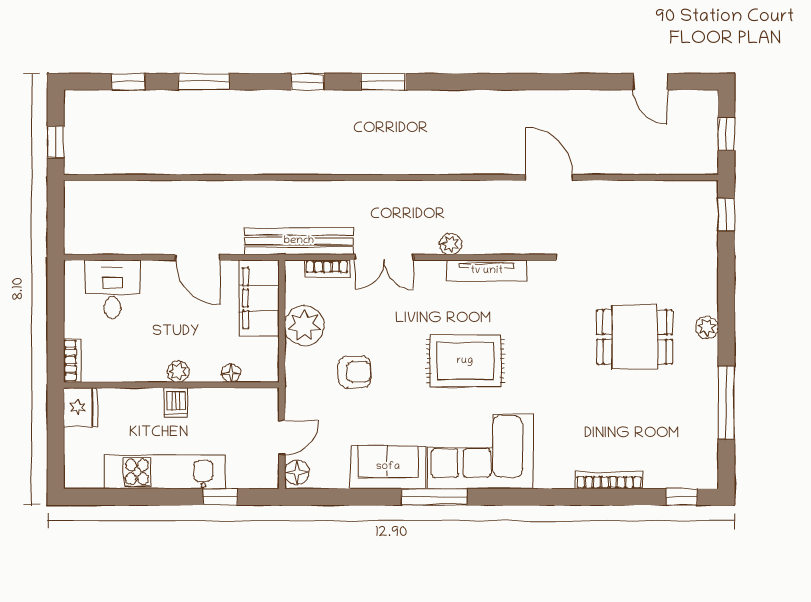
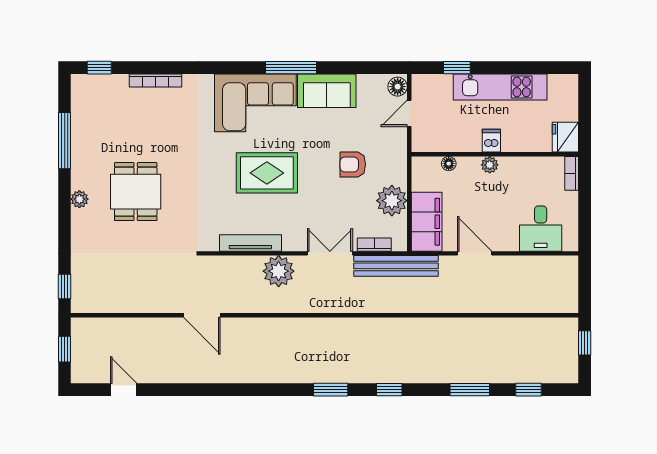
plant: (450, 244) -> (279, 271), width x1.88, depth x1.88
dining table: (635, 337) -> (136, 192), turned 90

